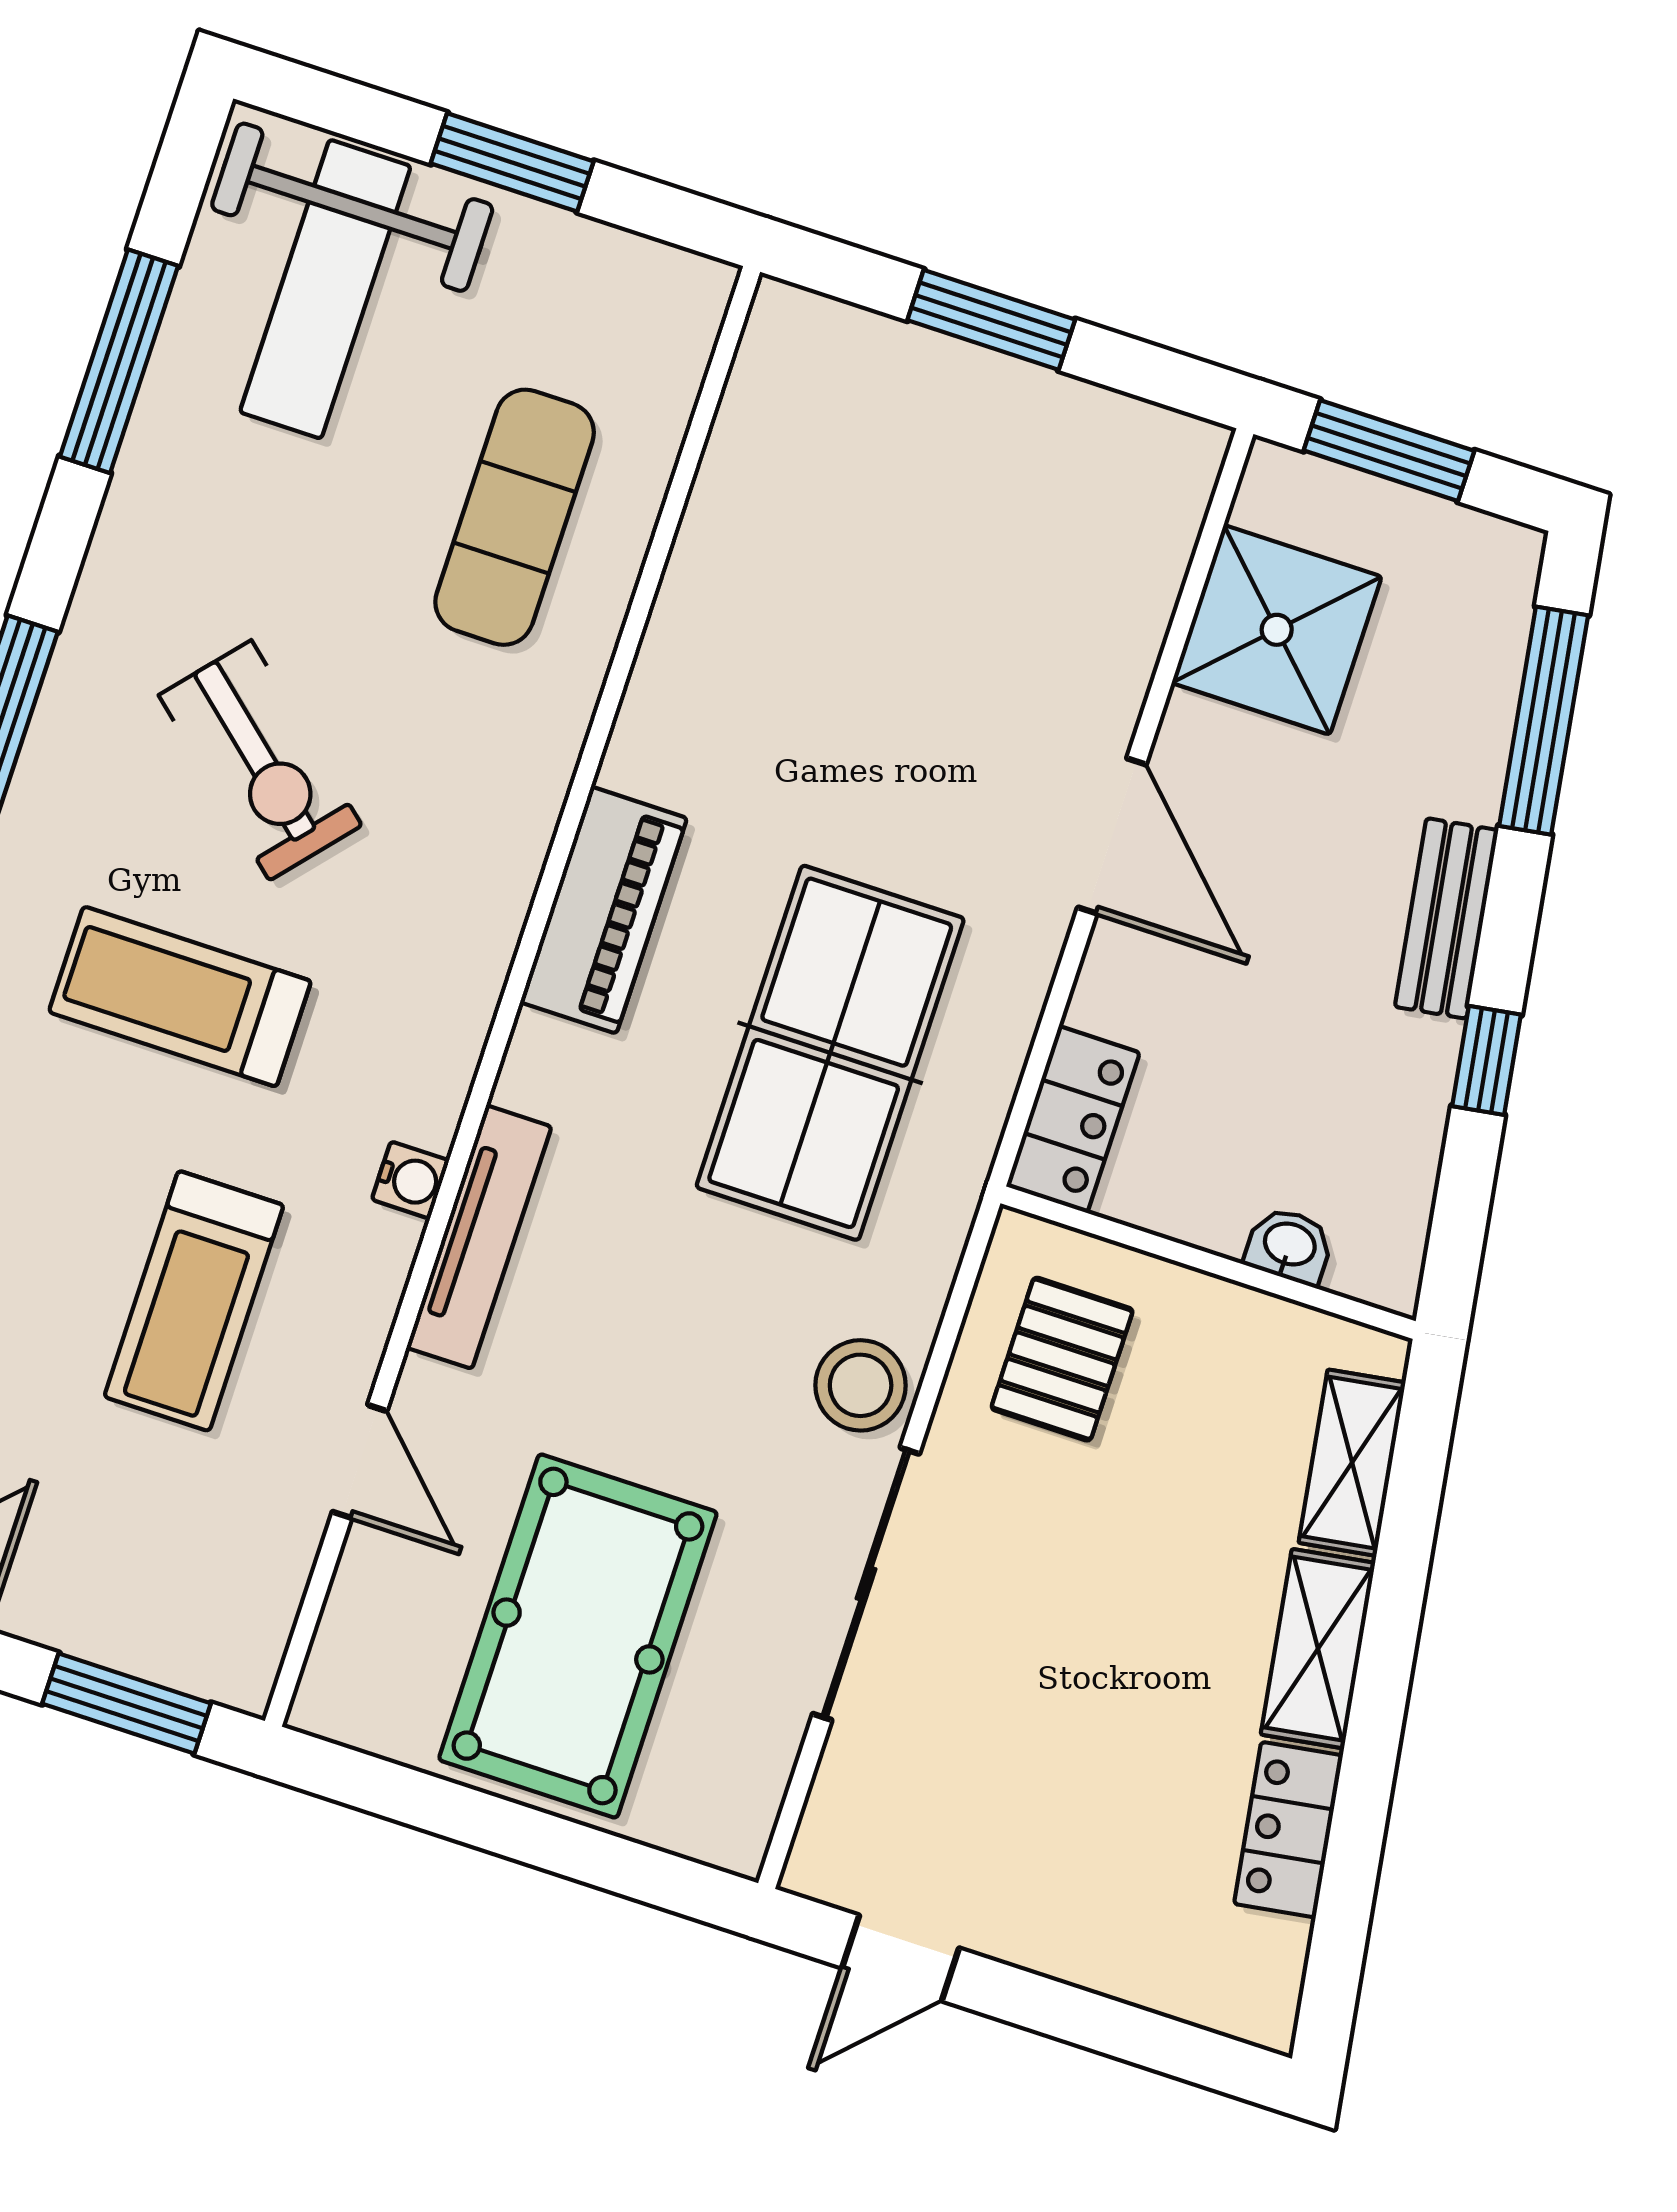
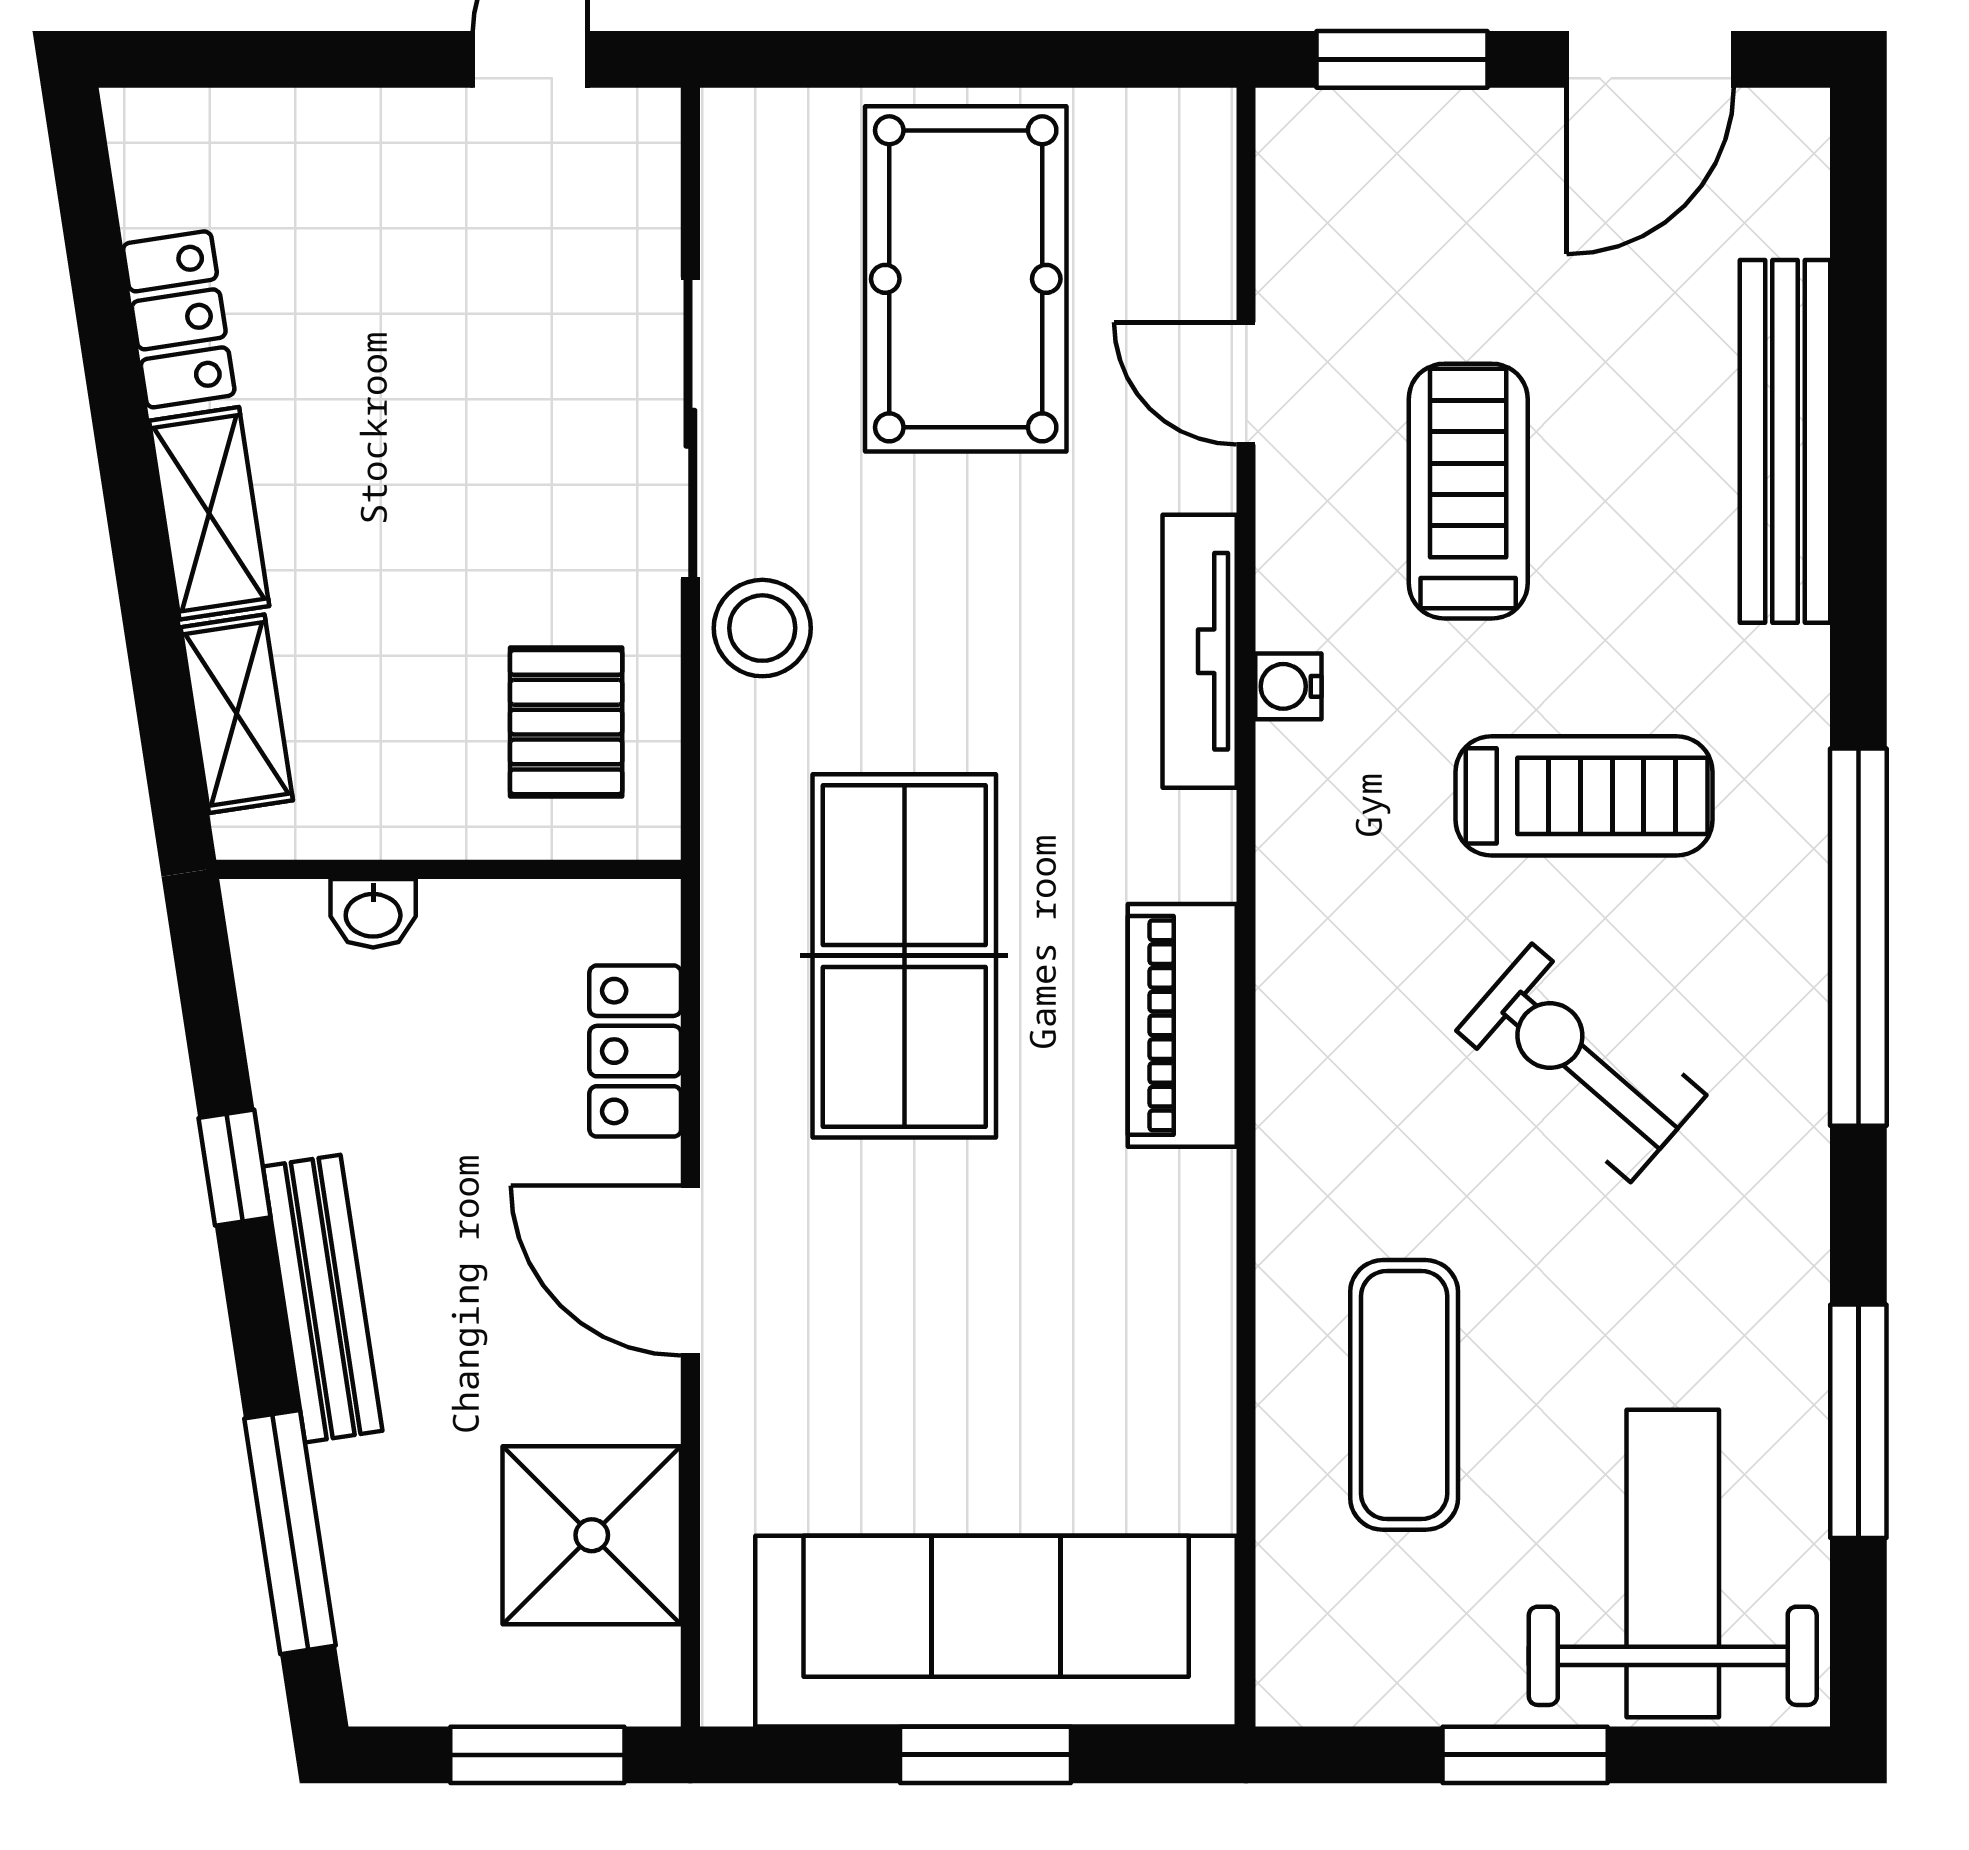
sofa: (946, 427) -> (996, 1631), added
bench: (1446, 918) -> (323, 1299), width x1.36
locker: (1073, 1119) -> (635, 1051), moved

